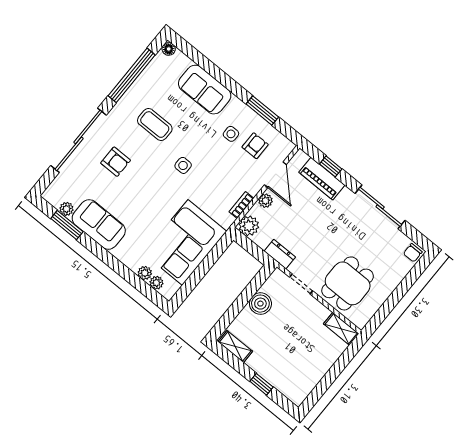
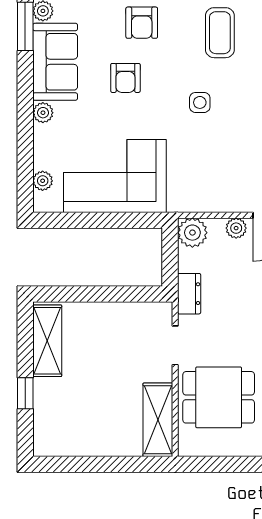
armchair: (138, 194) -> (125, 78), added
bookcase: (241, 205) -> (209, 205), removed
plant: (145, 273) -> (43, 113), moved
boiler: (260, 304) -> (115, 318), removed
shelving: (341, 329) -> (158, 420), width x1.50, depth x1.33
shelving: (235, 346) -> (47, 341), width x1.50, depth x1.33

